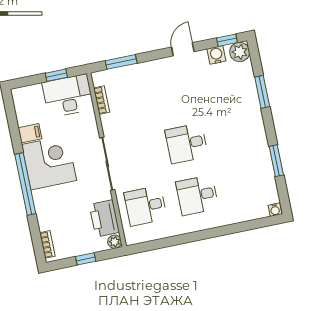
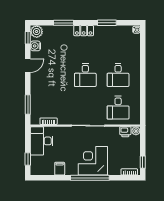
door: (183, 49) -> (28, 66), swing flipped
window: (56, 75) -> (28, 159), moved
locker: (256, 126) -> (84, 31), added
corner desk: (49, 163) -> (93, 161), moved
printer: (104, 218) -> (125, 132), width x0.53, depth x0.68
window: (86, 259) -> (143, 162), moved

